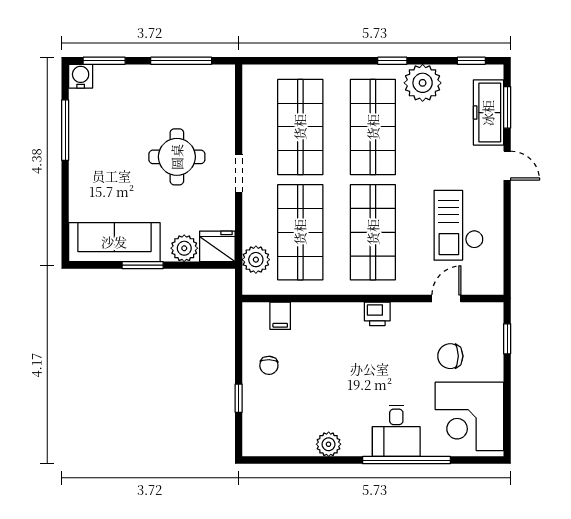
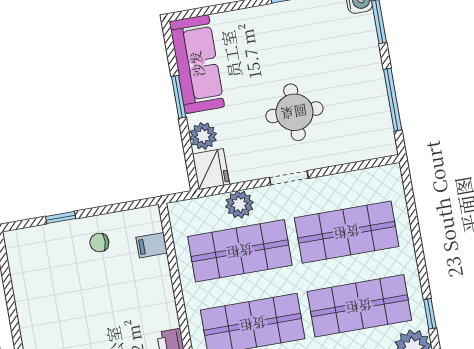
plant: (256, 260) -> (239, 204), moved
plant: (329, 444) -> (30, 317), removed

